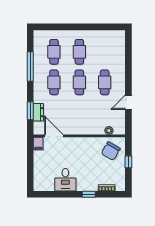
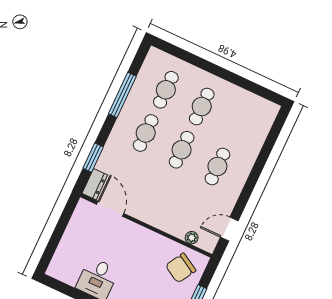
door: (128, 102) -> (229, 229), moved
dresser: (38, 112) -> (95, 184), moved
filing cabinet: (38, 143) -> (83, 209), removed

